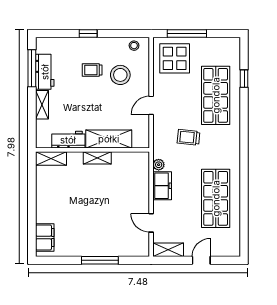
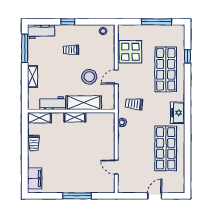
window: (187, 33) -> (157, 22), moved
display table: (175, 58) -> (130, 52), moved
workbench: (45, 72) -> (41, 32), moved, turned 90
stool: (120, 75) -> (89, 77), moved
trolley: (189, 137) -> (134, 104), moved
freezer: (162, 186) -> (178, 113), moved, turned 180
trolley: (44, 191) -> (34, 143), added
shelving: (168, 250) -> (129, 188), removed

